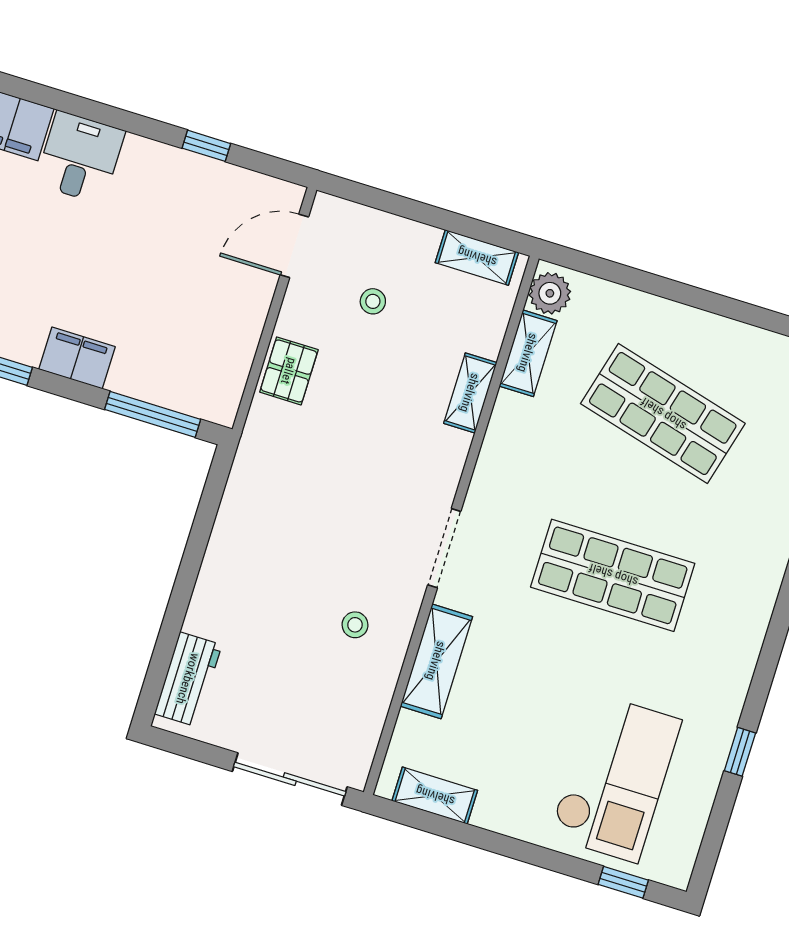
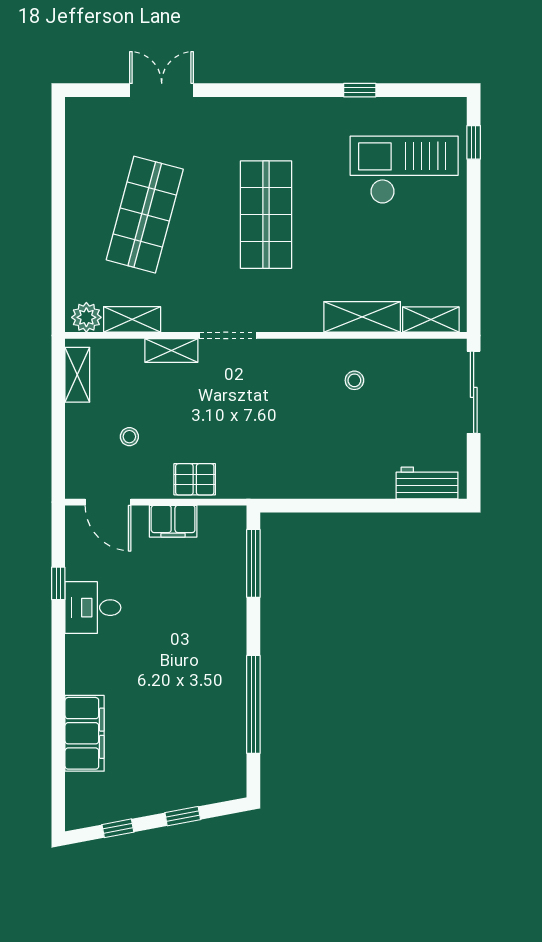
desk: (80, 157) -> (93, 608), moved
filing cabinet: (77, 358) -> (173, 521), moved, turned -90
doorway: (444, 548) -> (228, 335), moved
shelving: (435, 796) -> (431, 320), moved, turned 90

